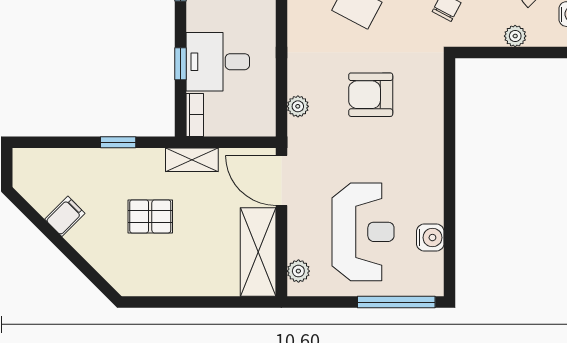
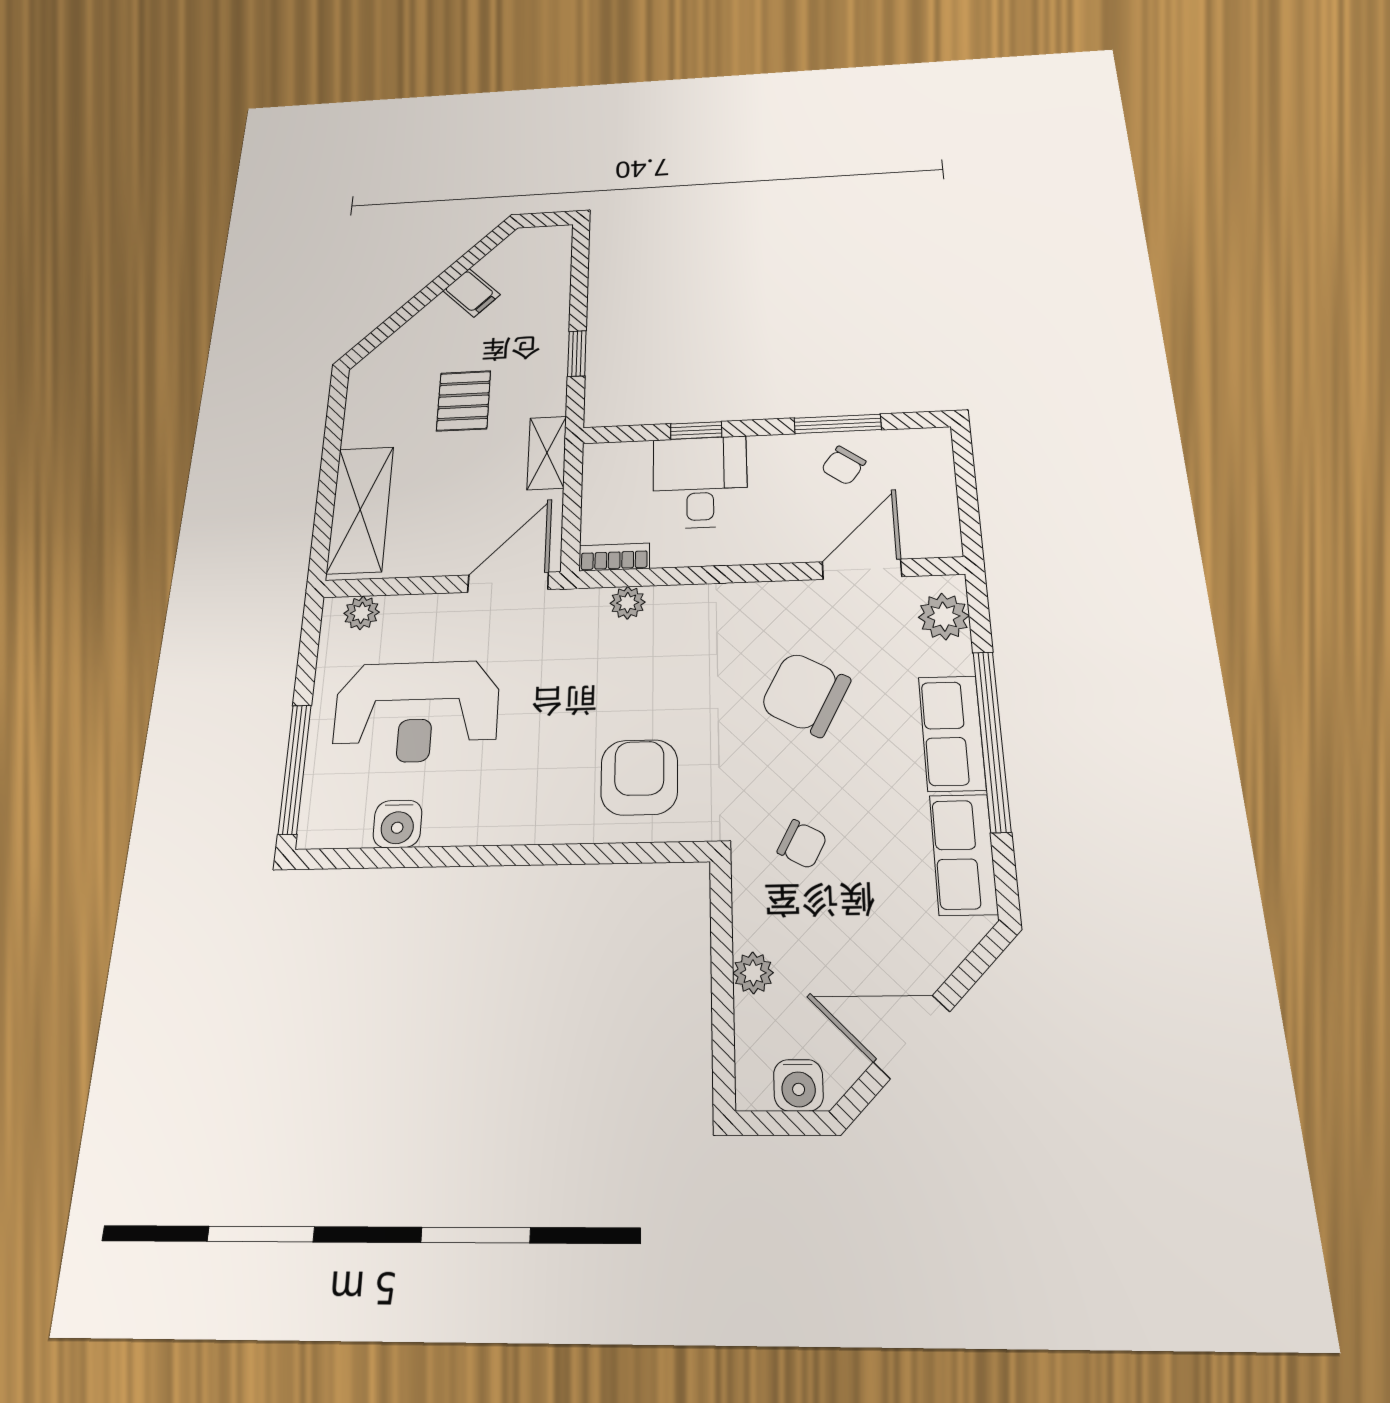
armchair: (371, 95) -> (639, 777), moved
bookcase: (195, 115) -> (614, 557), moved, turned 180
shelving: (258, 252) -> (360, 509), moved, turned 90

